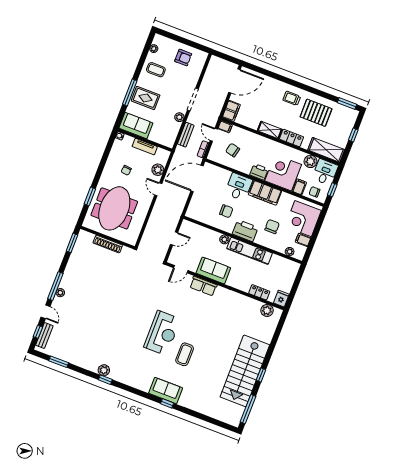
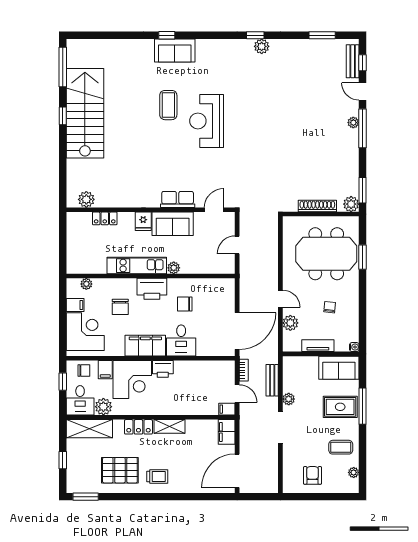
armchair: (183, 58) -> (312, 475), turned 90
chair: (233, 150) -> (206, 383), removed
meeting table: (114, 208) -> (326, 254), turned 90
plant: (84, 236) -> (351, 204), added
fridge: (281, 299) -> (143, 221), moved

